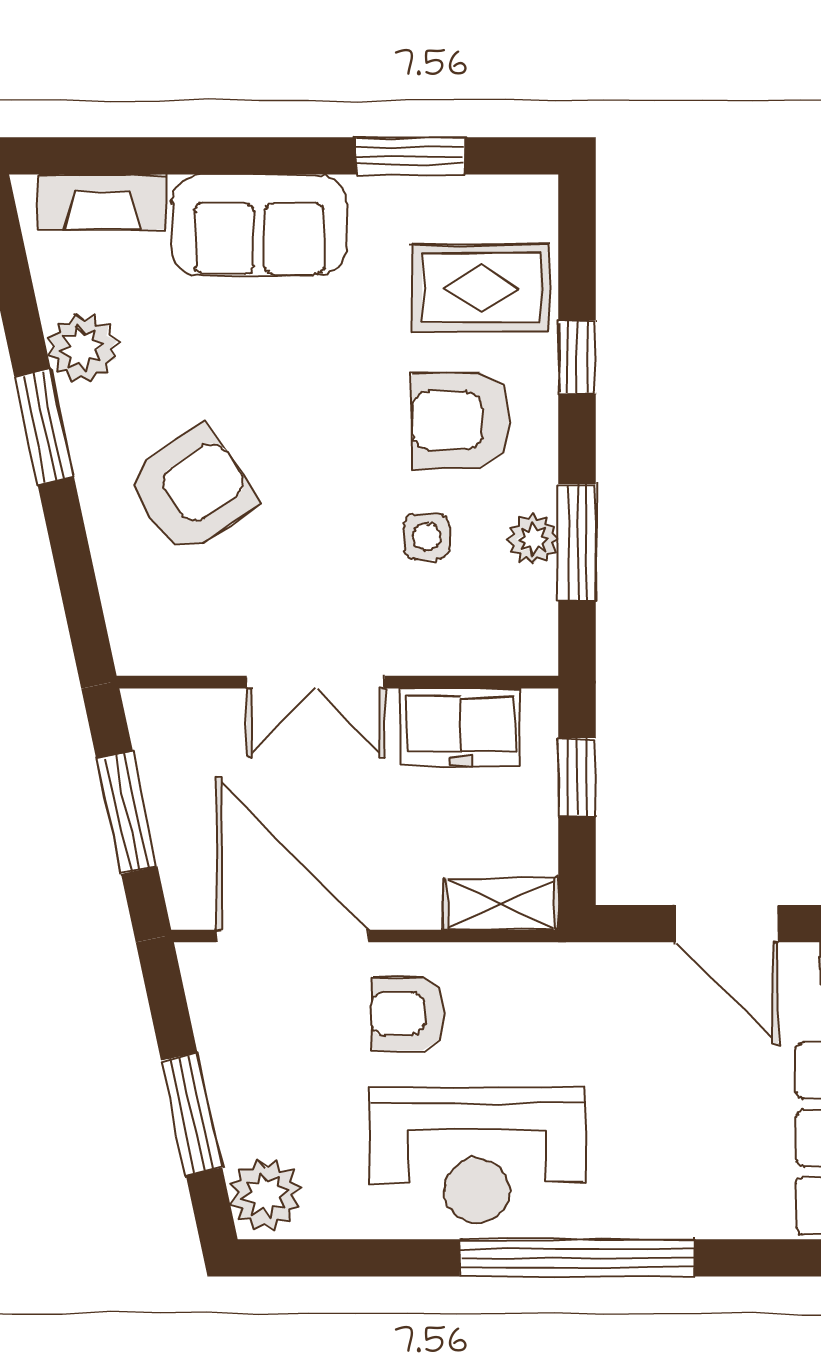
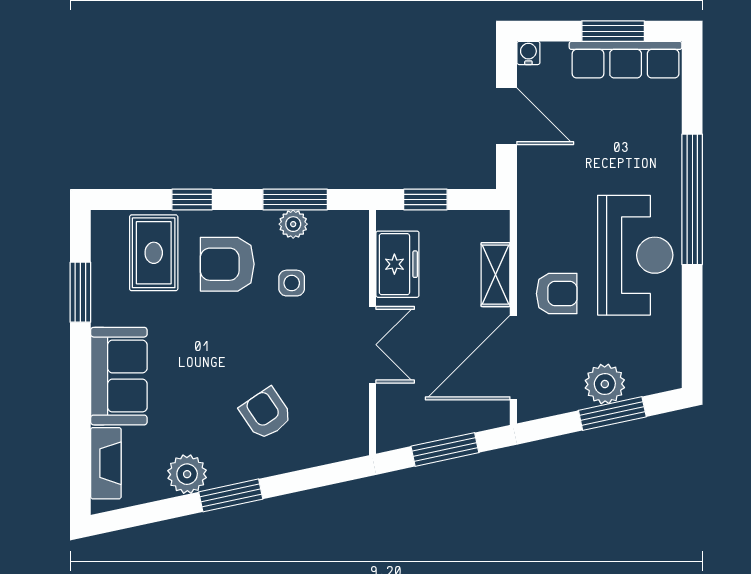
armchair: (461, 420) -> (227, 264), turned 90
armchair: (192, 490) -> (266, 414), width x0.72, depth x0.72
shelving: (501, 904) -> (496, 275), moved
door: (727, 924) -> (507, 116), hinge flipped
armchair: (408, 1014) -> (557, 294), turned -90
plant: (265, 1195) -> (605, 384), moved

